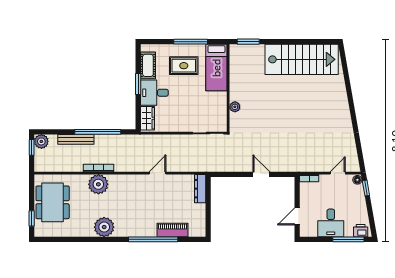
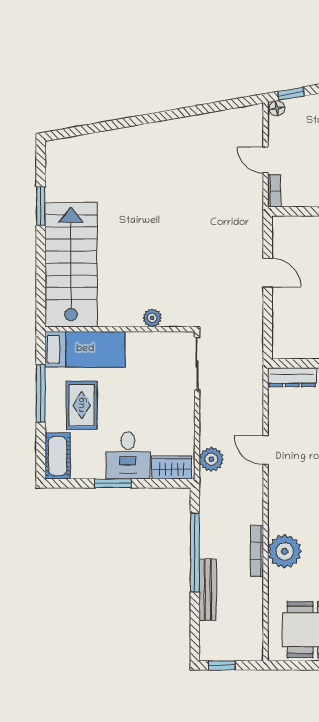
window: (248, 42) -> (41, 206), moved
stairs: (302, 59) -> (71, 265), moved
cot: (148, 65) -> (58, 456), moved, turned 90
plant: (41, 141) -> (211, 459), moved
door: (338, 173) -> (266, 160), moved
door: (261, 174) -> (268, 273), swing flipped

